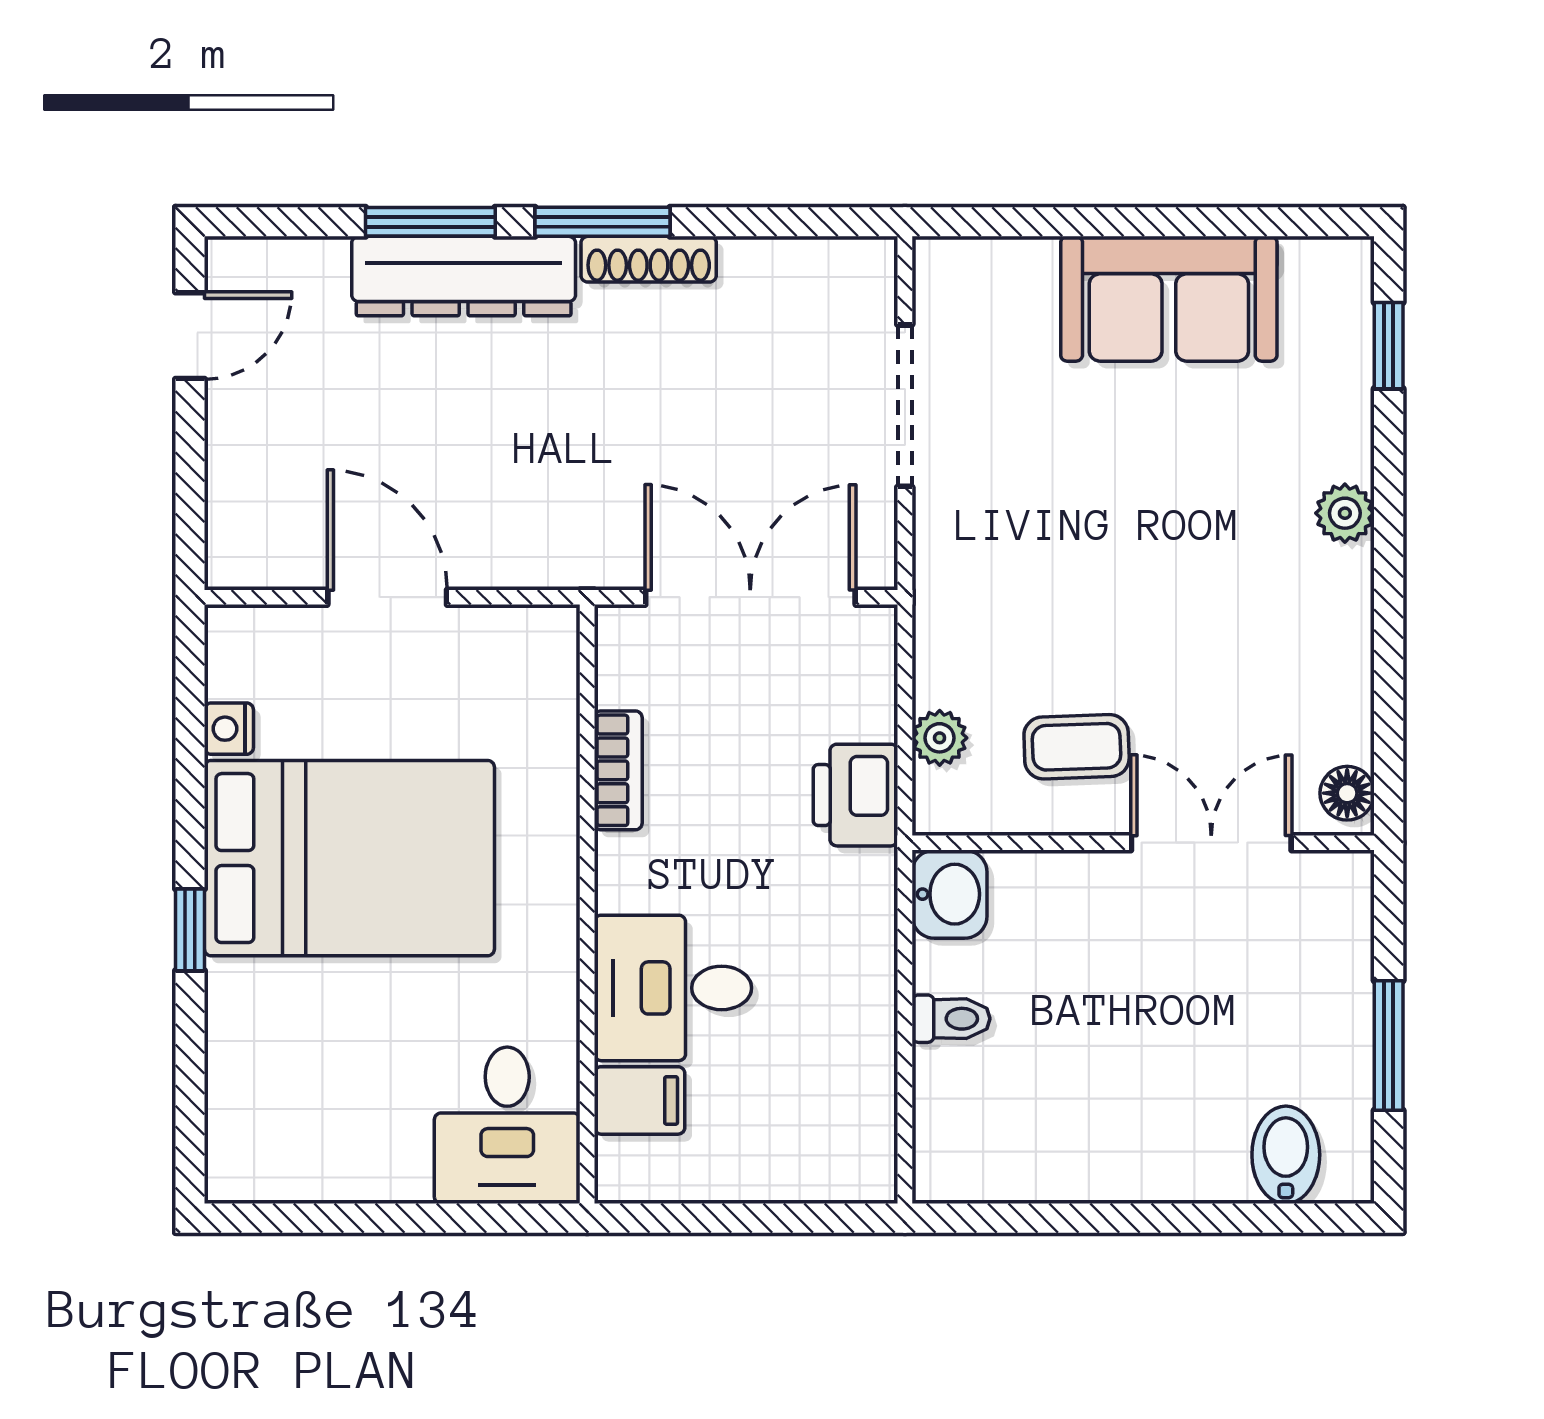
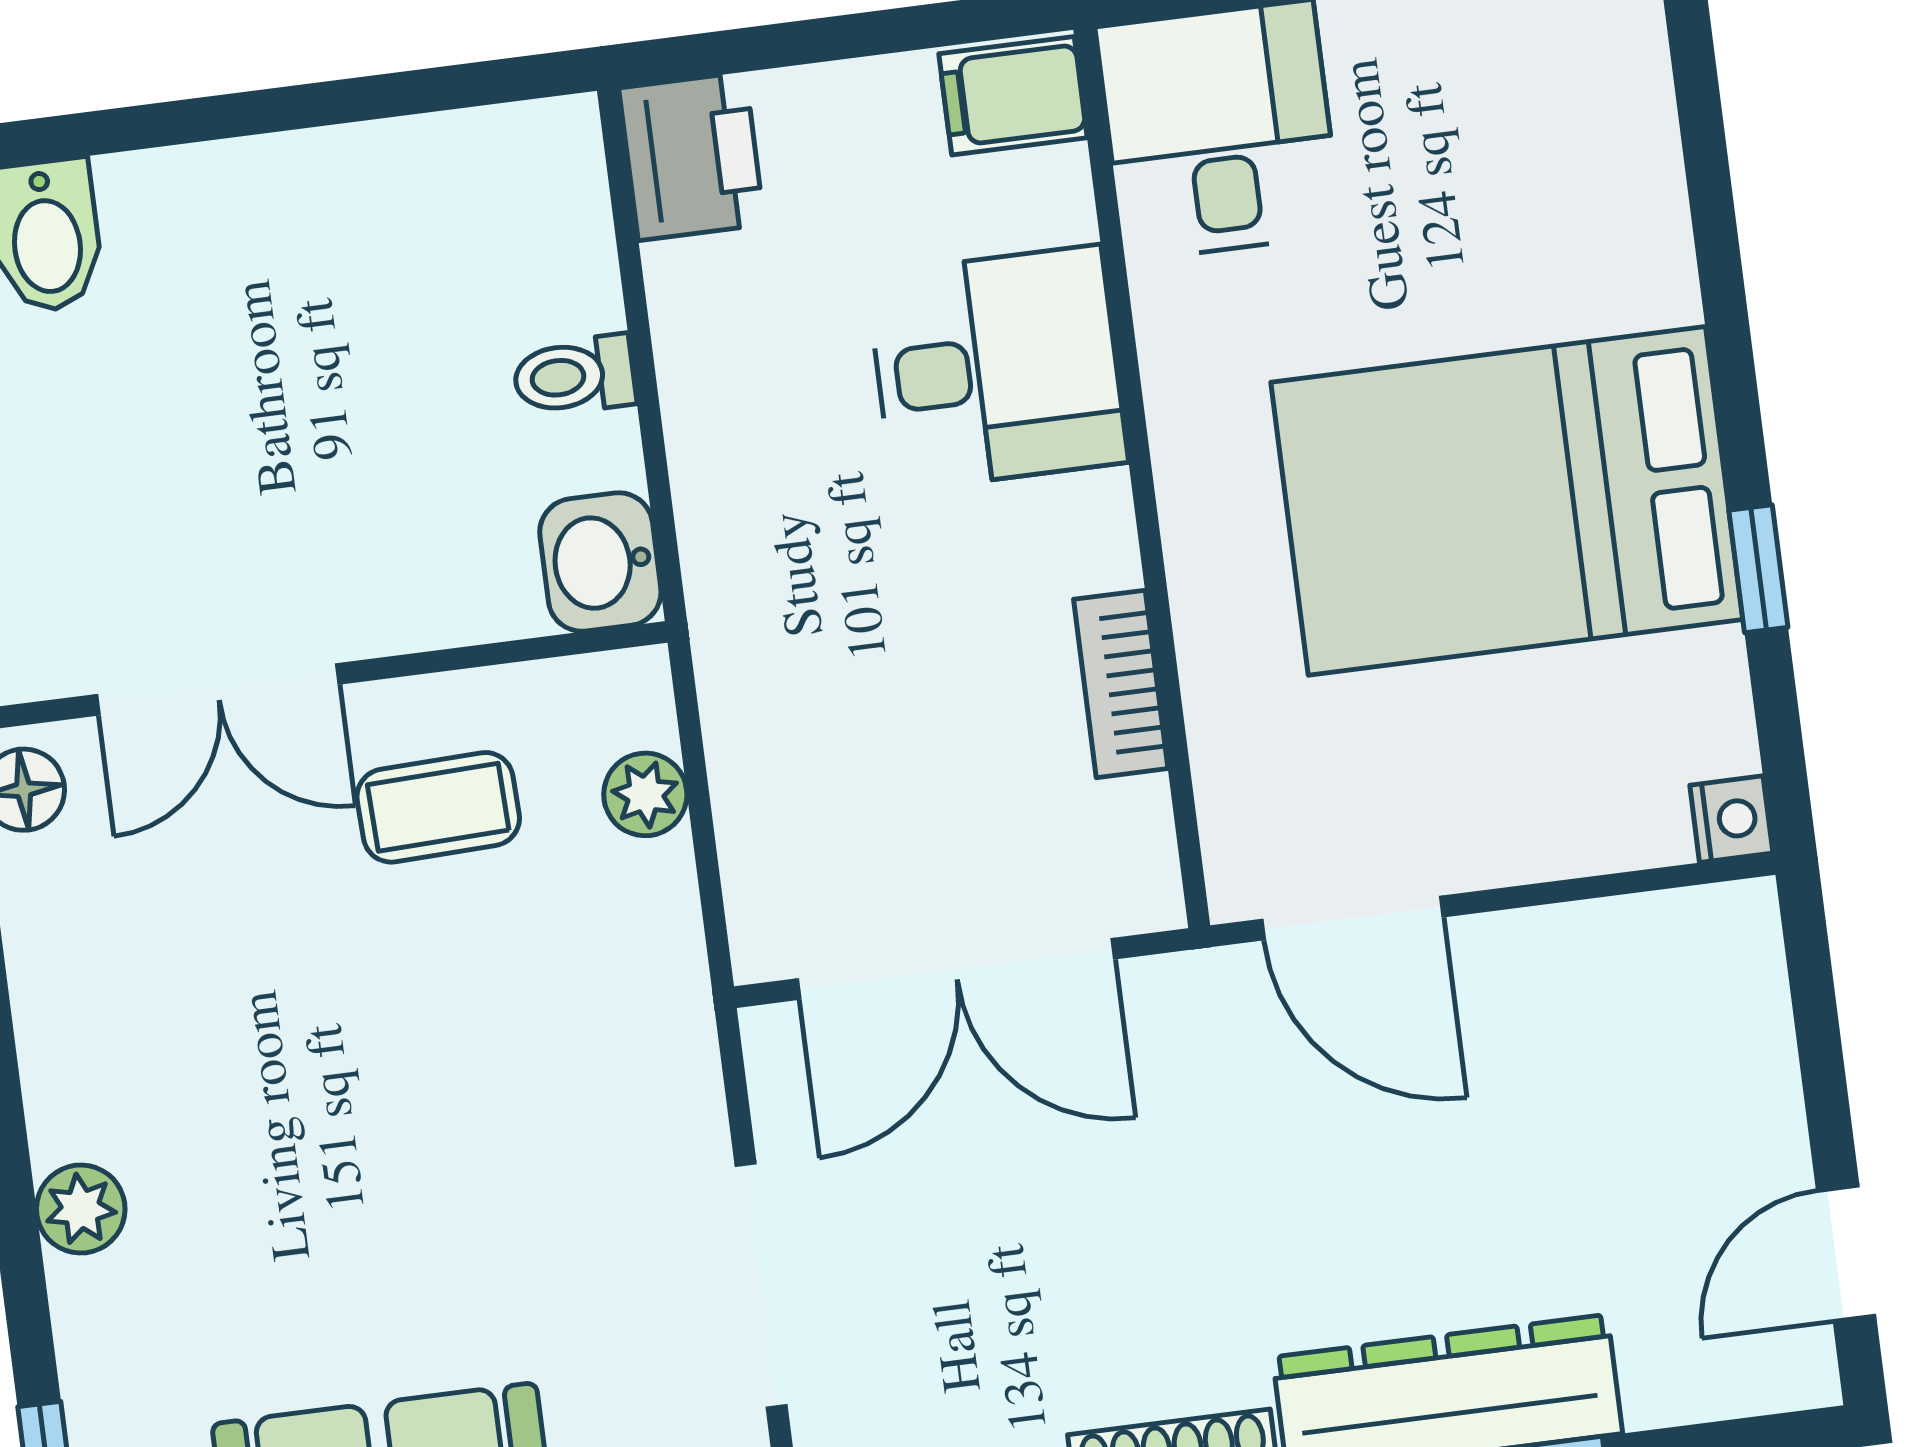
door: (387, 597) -> (1352, 918), moved
nightstand: (229, 729) -> (1731, 819), moved
printer: (855, 795) -> (692, 156), moved
window: (190, 930) -> (1758, 569), moved
filing cabinet: (640, 1100) -> (1013, 96), moved

